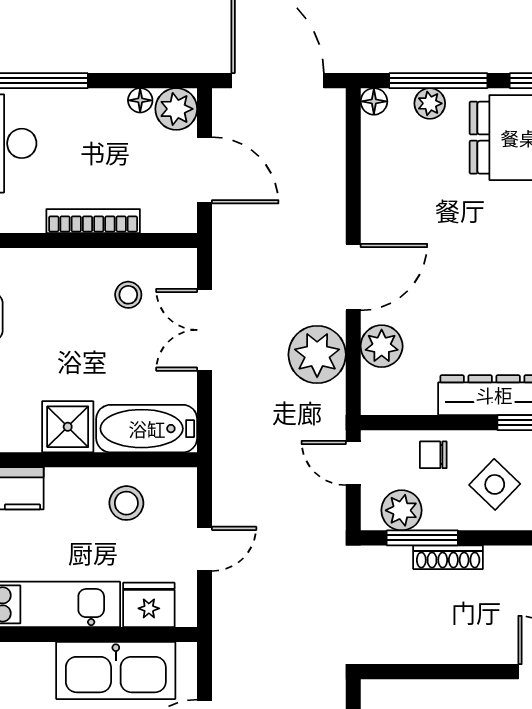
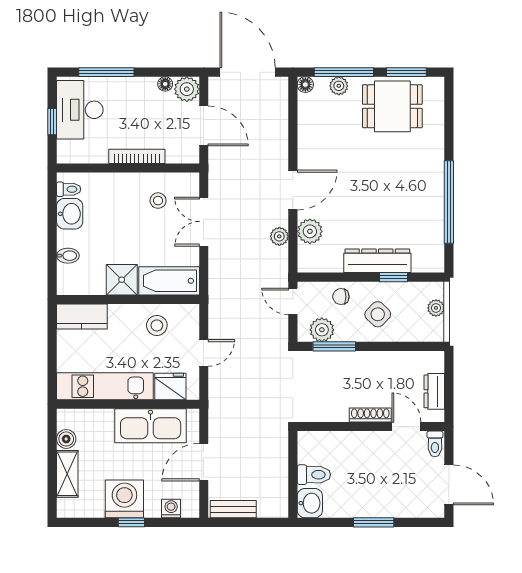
plant: (317, 355) -> (279, 236), width x0.53, depth x0.53
shoe rack: (448, 557) -> (370, 415), moved, turned 180

